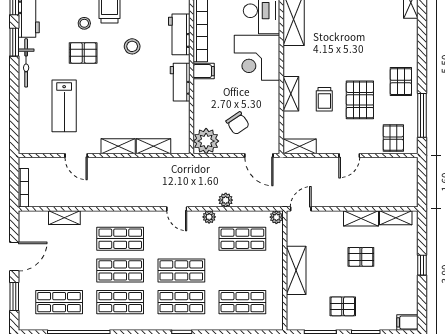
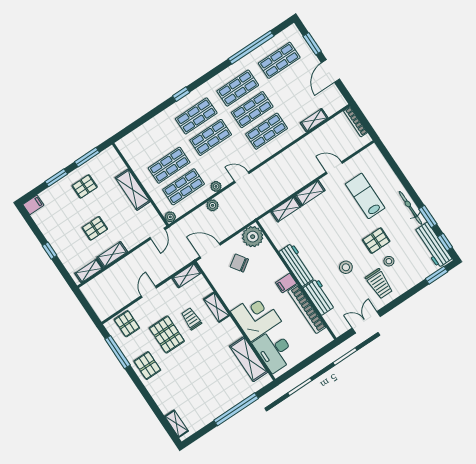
workbench: (180, 82) -> (297, 265), width x1.38
shop shelf: (242, 302) -> (169, 165), moved

